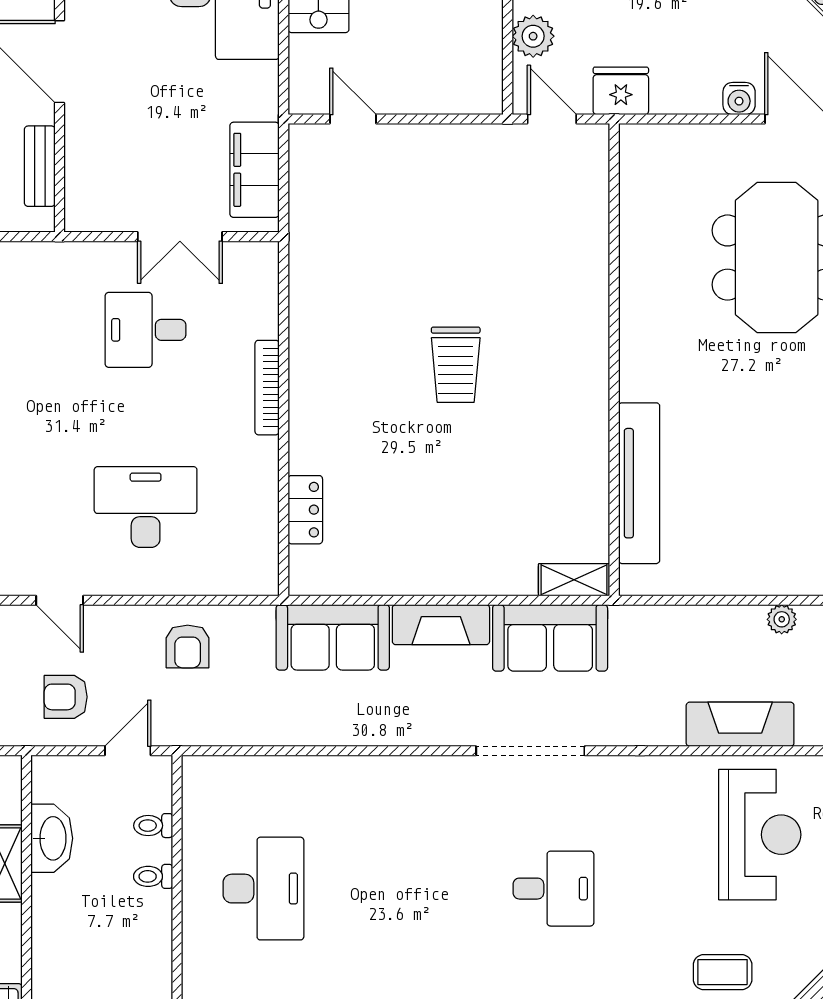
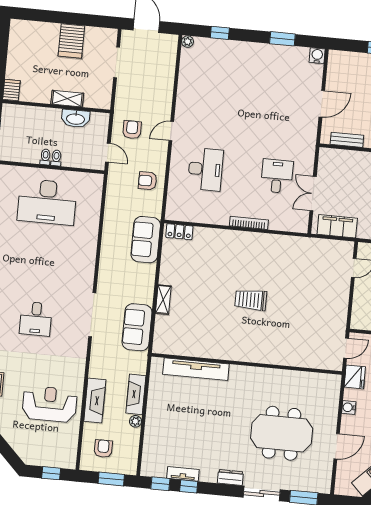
water cooler: (739, 99) -> (349, 407), moved
locker: (305, 510) -> (179, 232), moved
shelving: (574, 580) -> (163, 300), moved
fireplace: (441, 625) -> (136, 394), moved
toilet: (153, 826) -> (45, 157), moved
reception desk: (760, 835) -> (50, 404), turned 180
desk: (263, 889) -> (47, 202), width x1.36, depth x1.30

